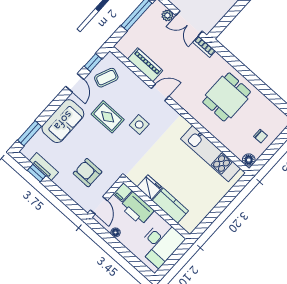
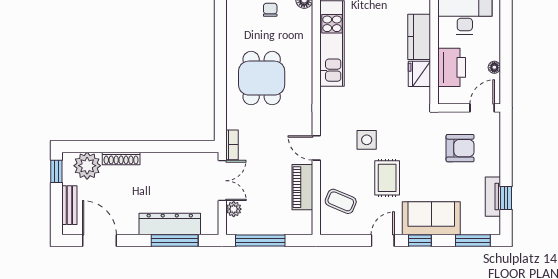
window: (93, 63) -> (420, 240), moved
coffee table: (106, 78) -> (341, 201), moved
dining table: (227, 97) -> (262, 78), turned 90
armchair: (88, 173) -> (460, 148), turned -90
filing cabinet: (123, 192) -> (448, 96), removed

